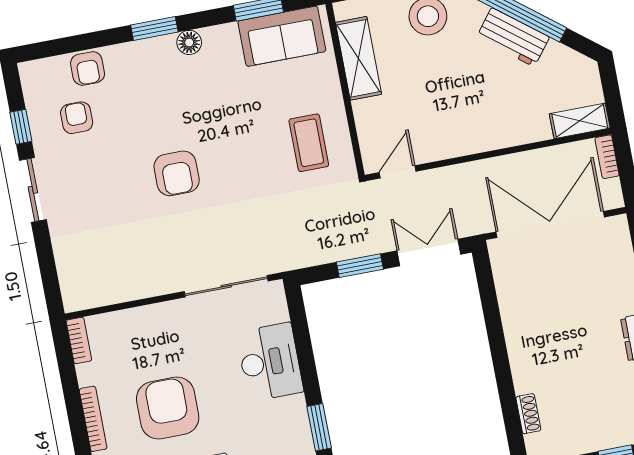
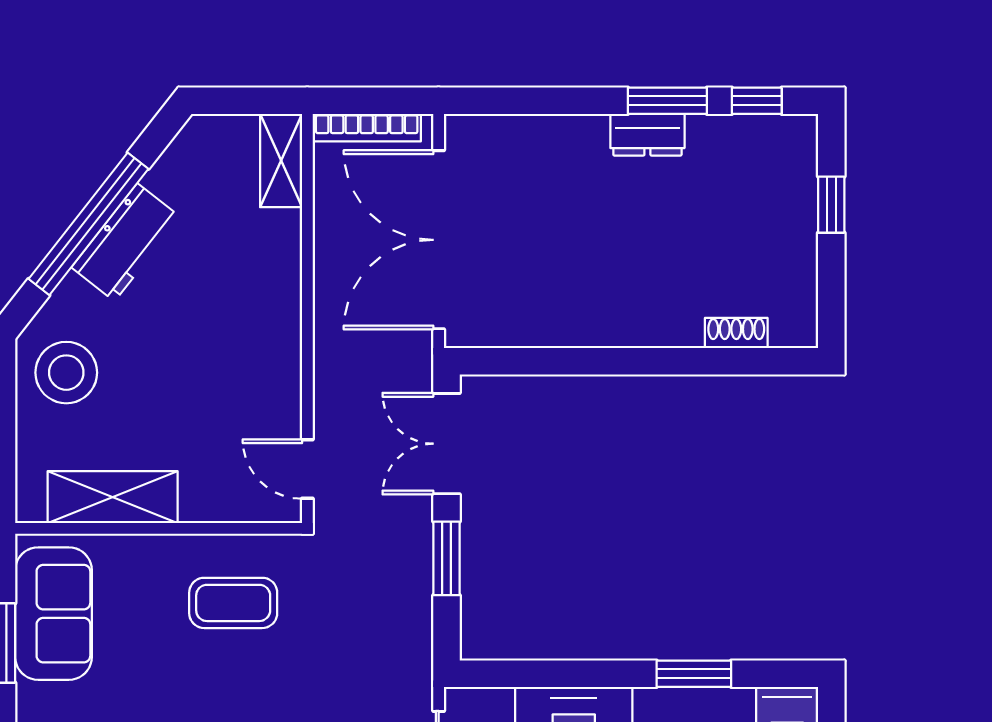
bookcase: (607, 157) -> (367, 128), width x1.56

